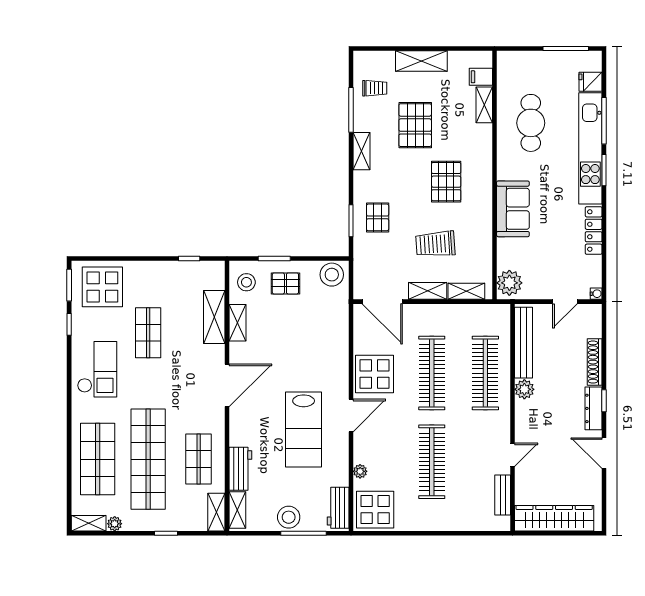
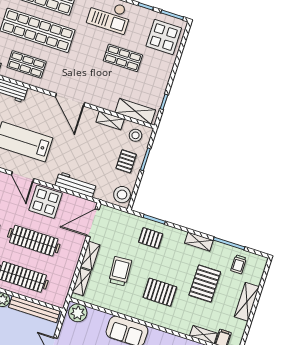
pallet: (415, 125) -> (205, 284), turned 90
shelving: (214, 317) -> (135, 111), moved
workbench: (338, 341) -> (76, 185), added

